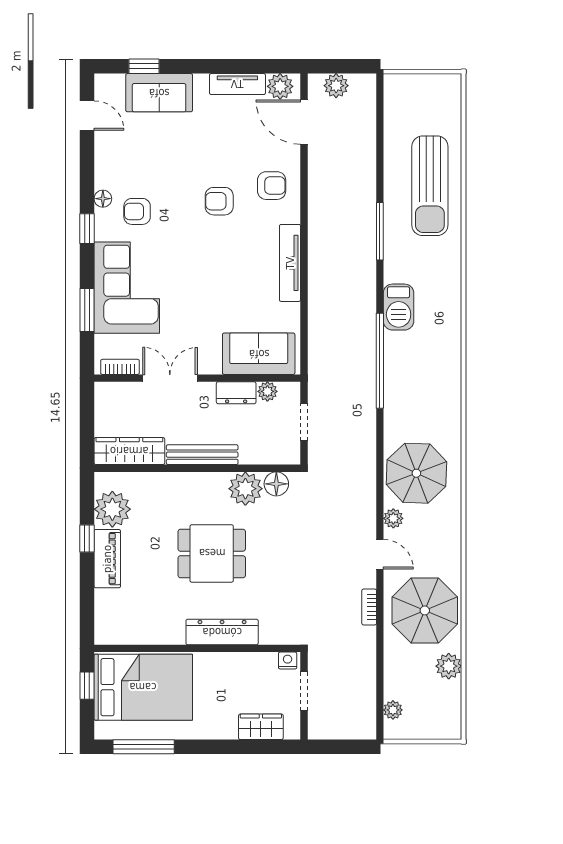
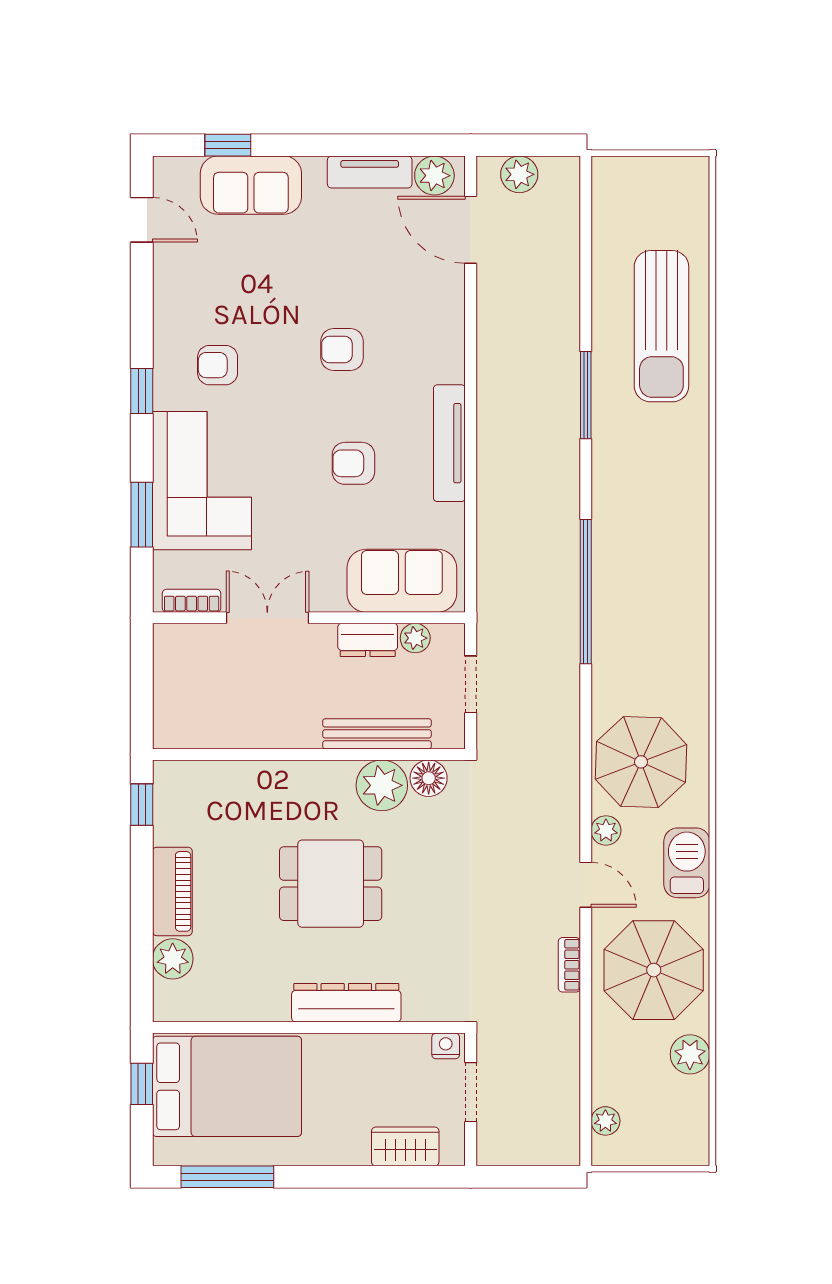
armchair: (272, 186) -> (353, 463), moved, turned 180
floor lamp: (103, 199) -> (166, 346), removed
barbecue: (399, 307) -> (687, 863), moved, turned 180
wardrobe: (129, 451) -> (206, 728), removed
bench: (202, 455) -> (377, 734), moved
plant: (112, 509) -> (173, 959), moved, width x0.73, depth x0.73
window: (87, 538) -> (142, 805), moved

